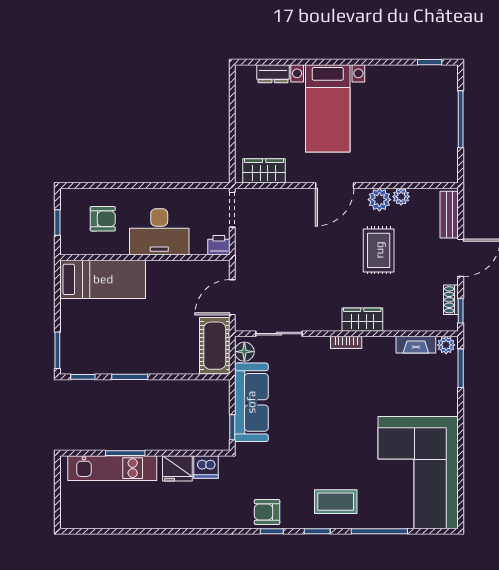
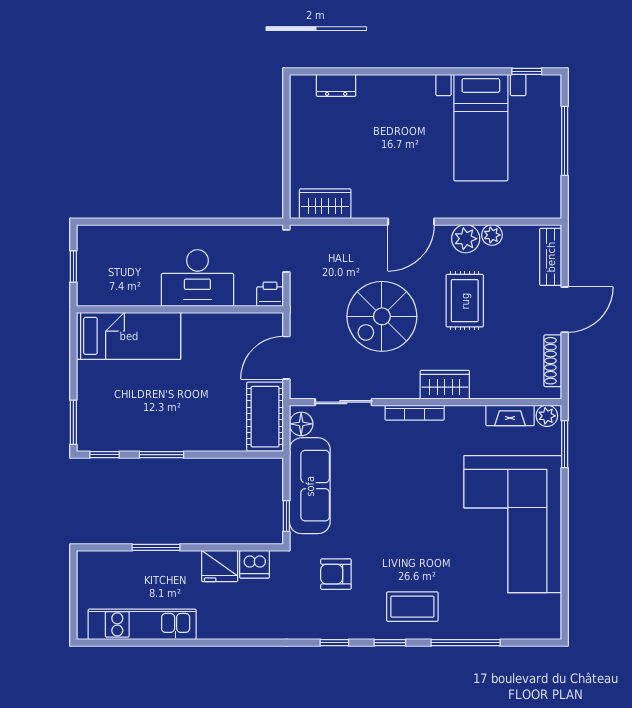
bed with nightstands: (328, 108) -> (481, 128), moved
armchair: (103, 219) -> (129, 262), removed
spiral stairs: (311, 263) -> (382, 316), added
shoe rack: (451, 300) -> (553, 361), width x1.43
window: (461, 311) -> (565, 374), removed
bookcase: (346, 342) -> (415, 413), width x1.56
kitchen unit: (112, 468) -> (142, 624), moved, turned 180
corner sofa: (418, 473) -> (513, 524), moved
armchair: (267, 512) -> (336, 574), moved

